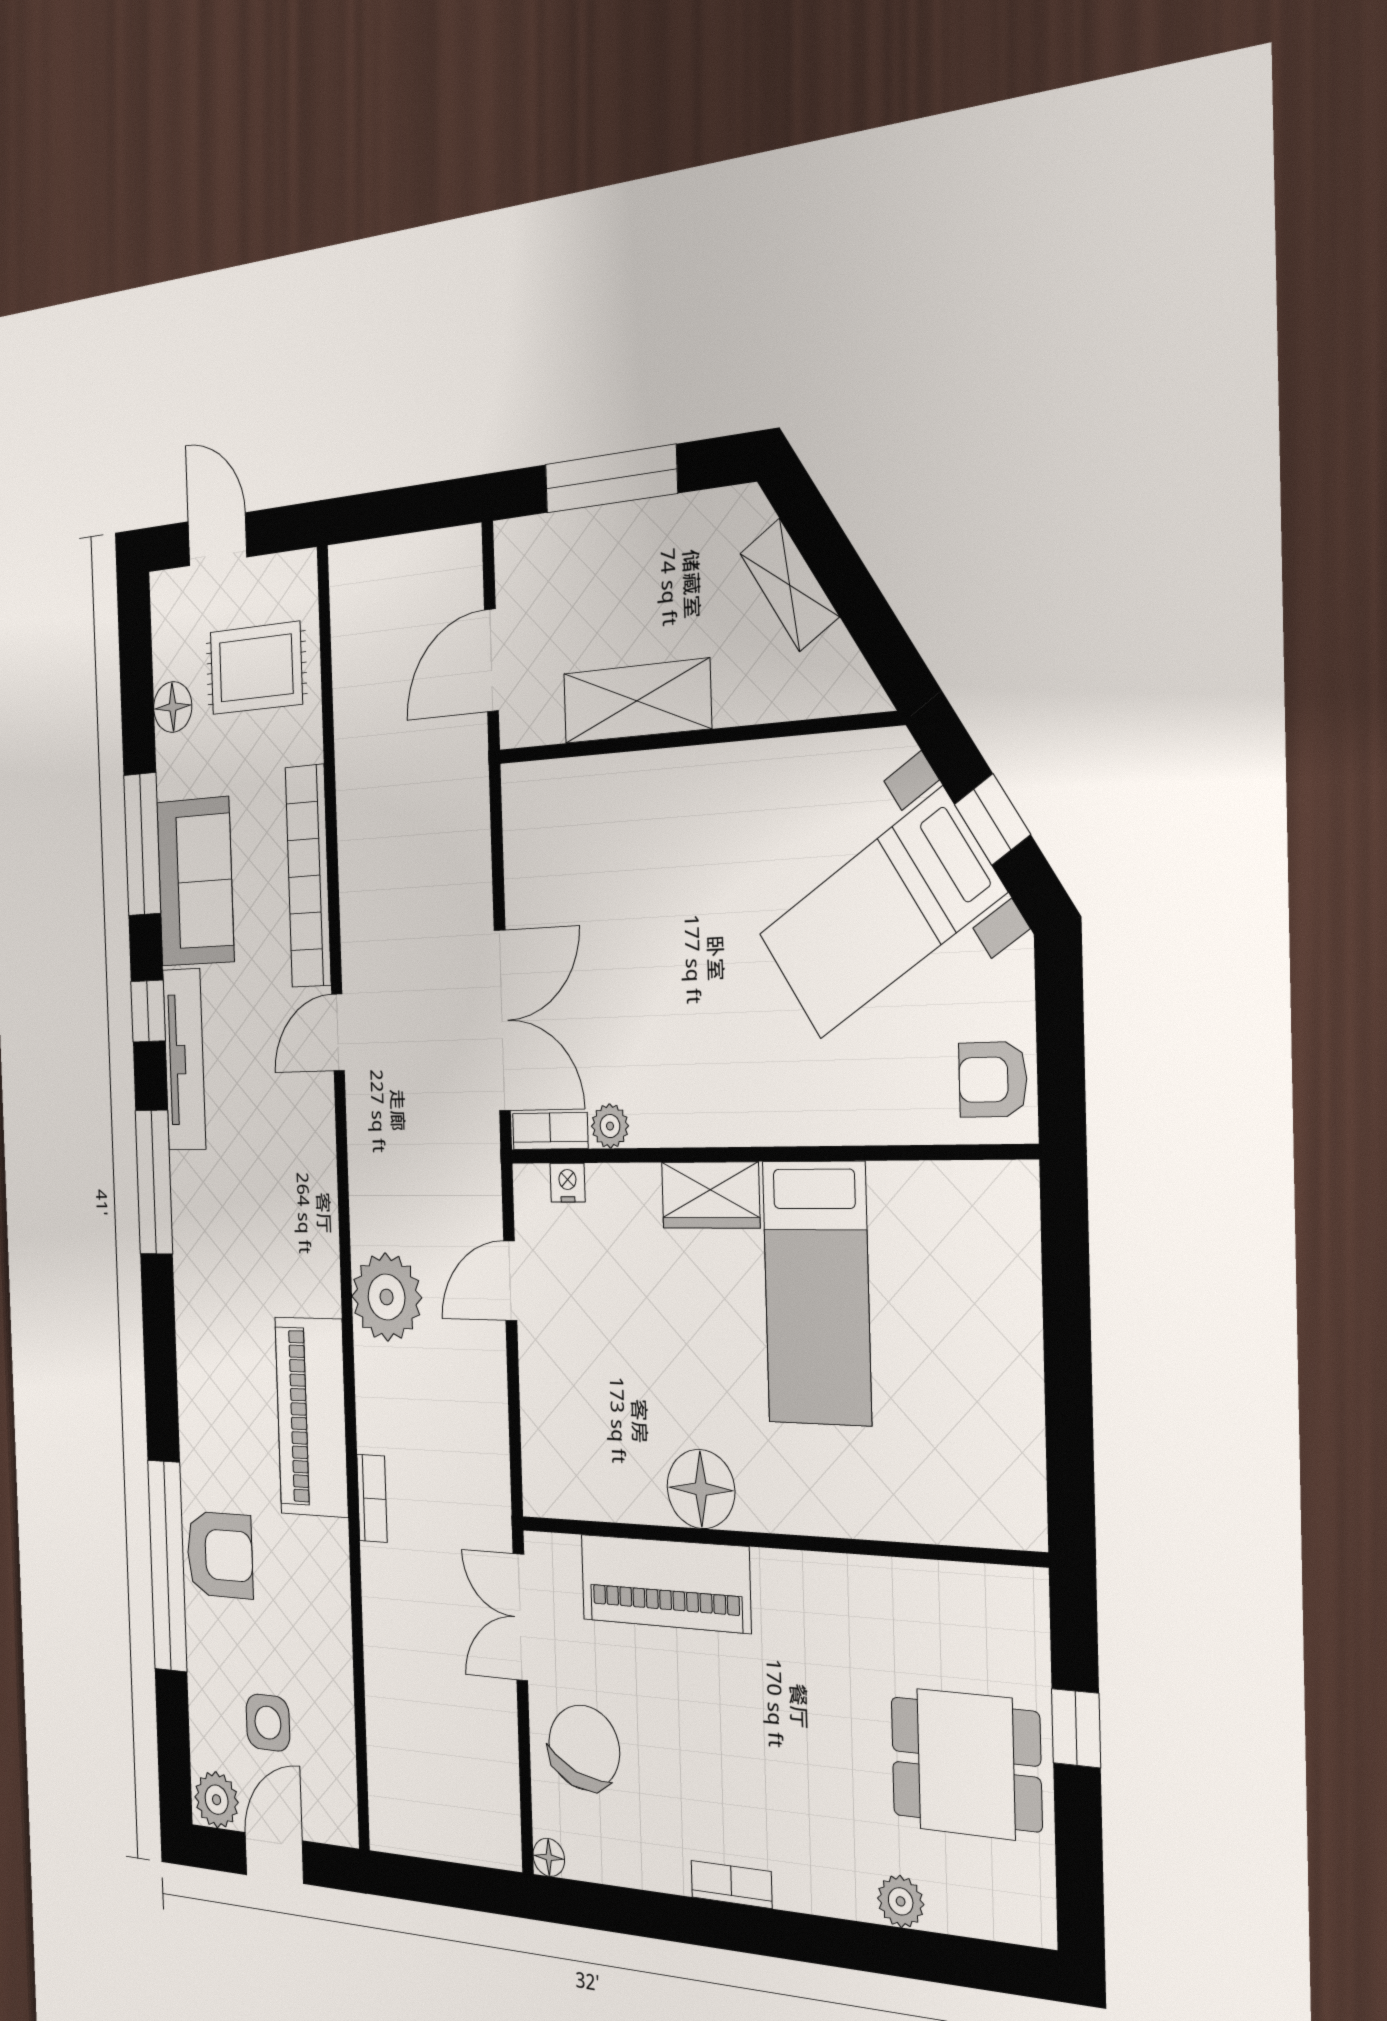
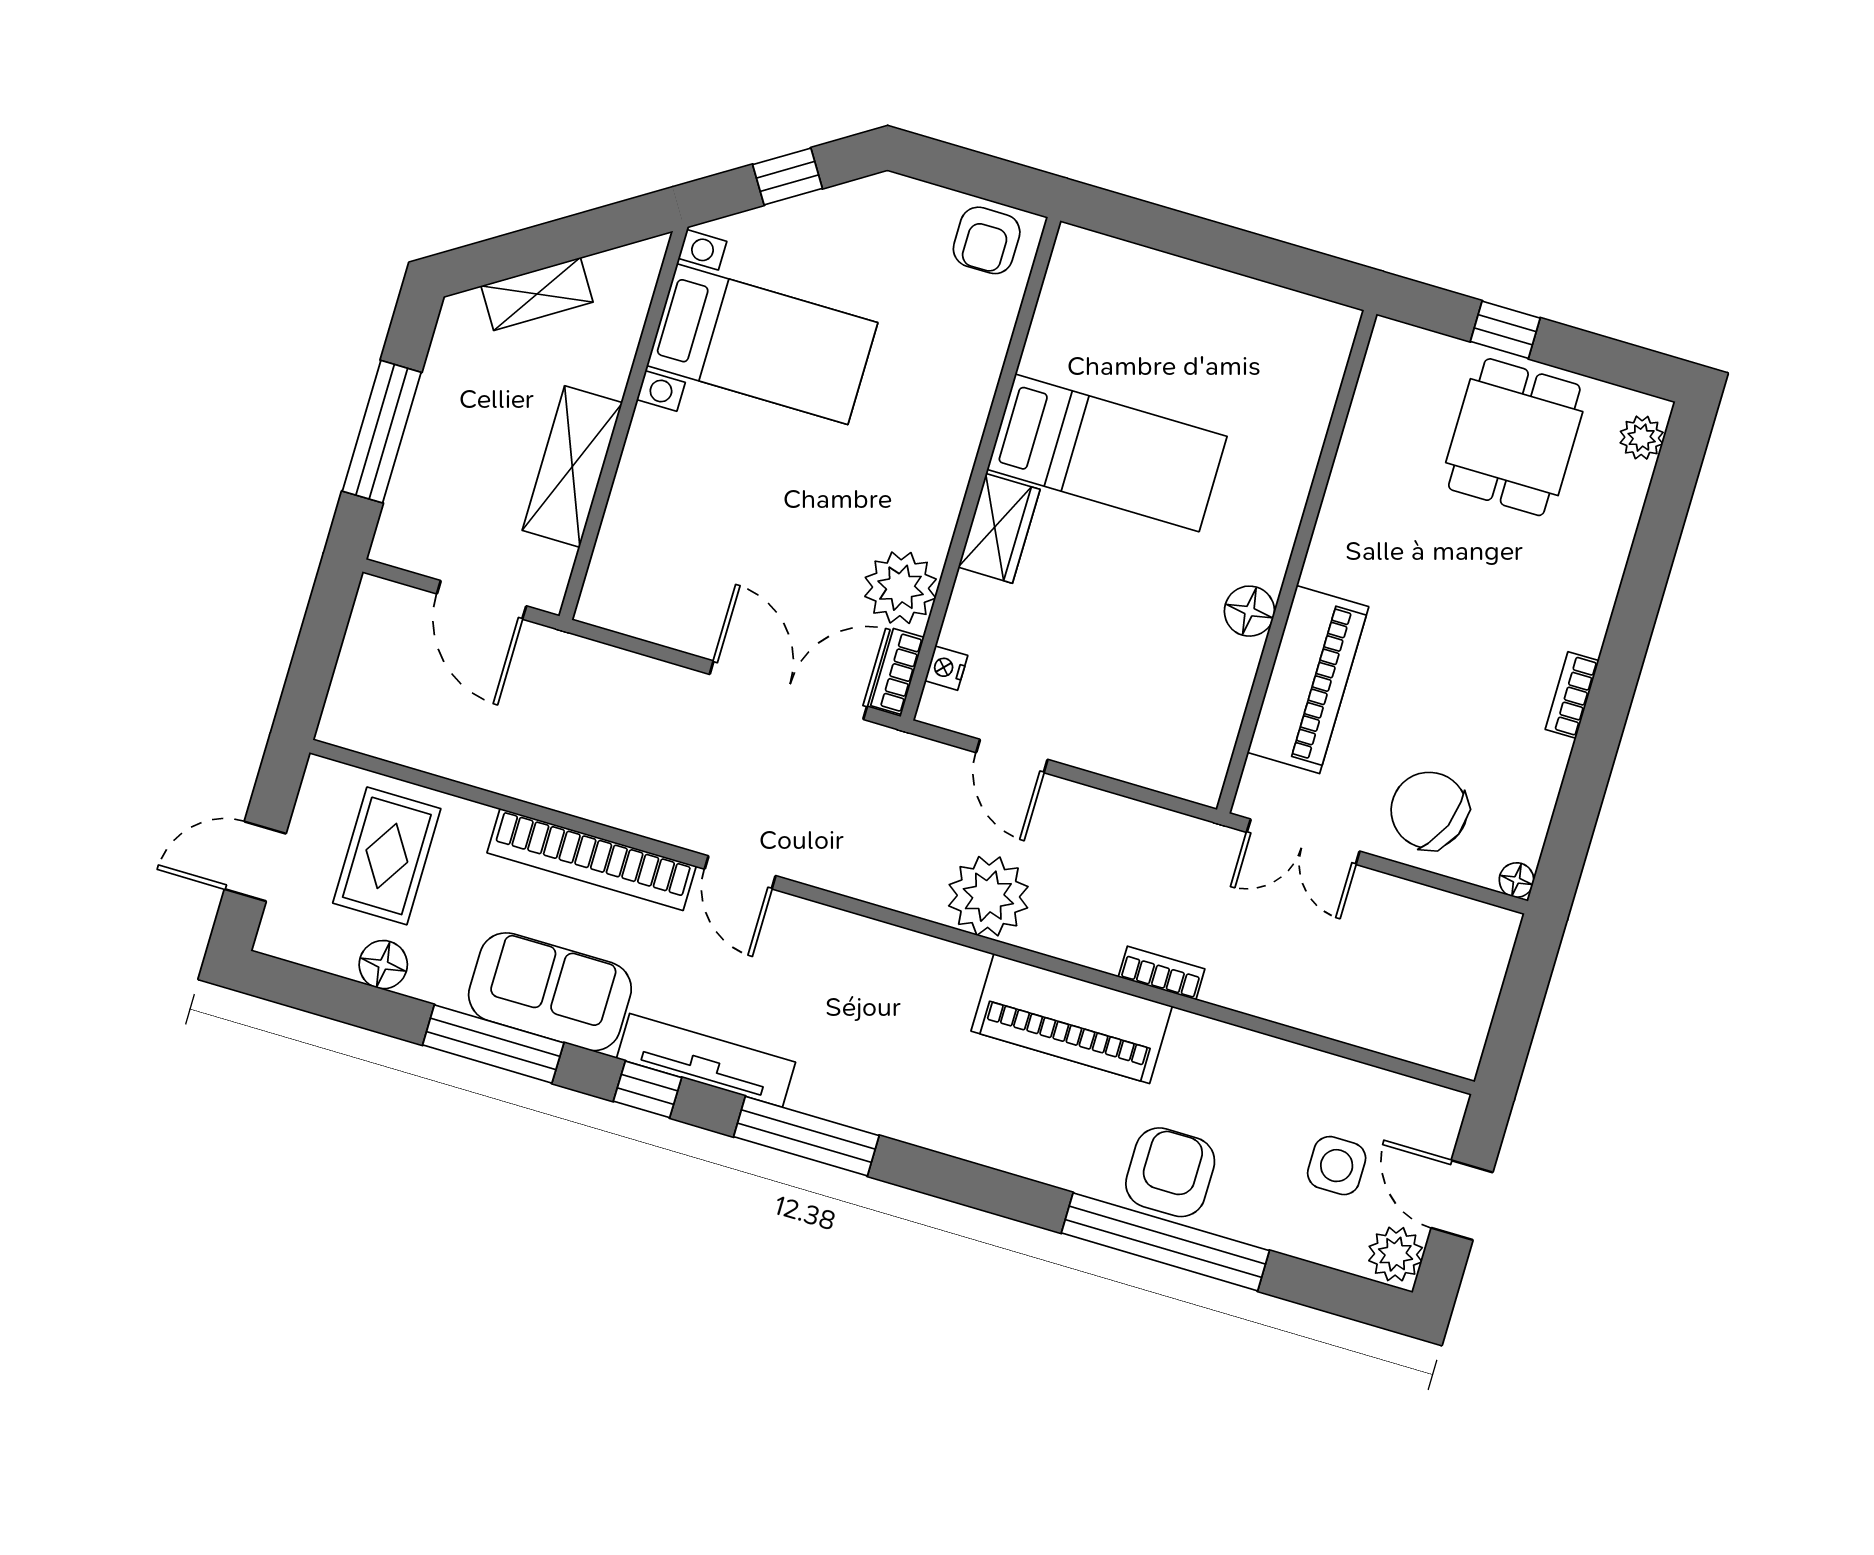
bed with nightstands: (881, 914) -> (762, 344), moved, turned -58
plant: (610, 1126) -> (901, 588), width x1.88, depth x1.88
floor lamp: (701, 1489) -> (1249, 611), width x0.73, depth x0.73
plant: (901, 1901) -> (1642, 438), moved

